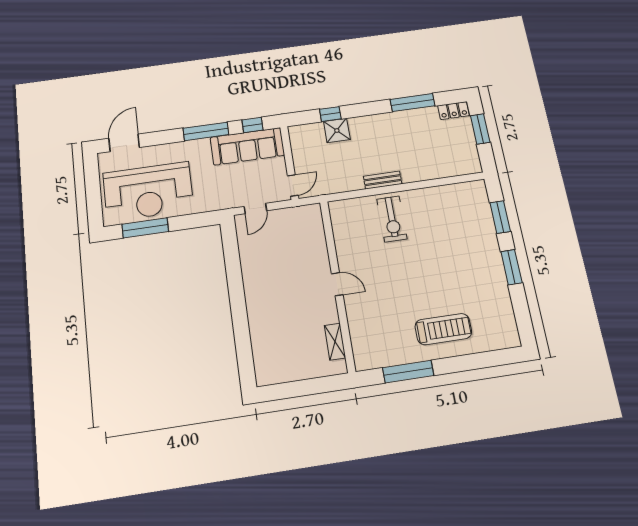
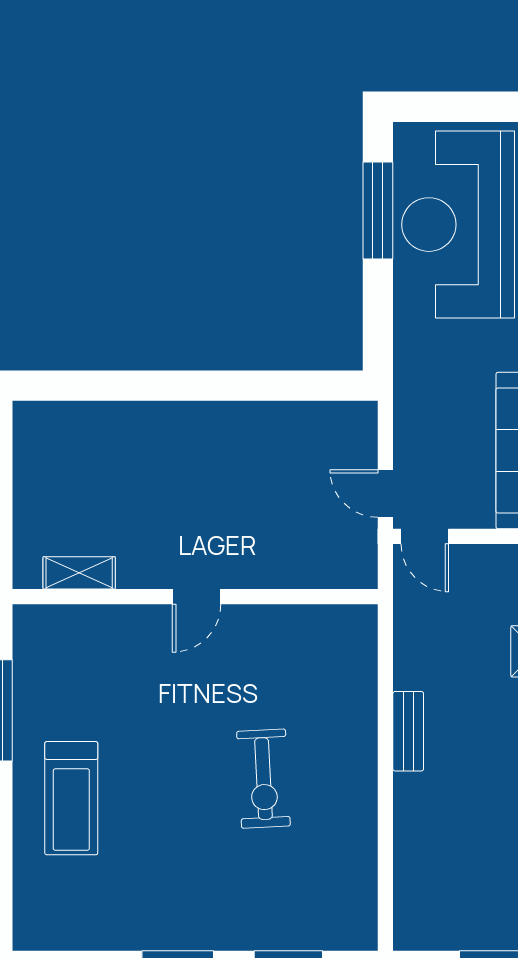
door: (255, 209) -> (385, 494), moved
exercise bike: (392, 219) -> (263, 779), moved, turned -93

